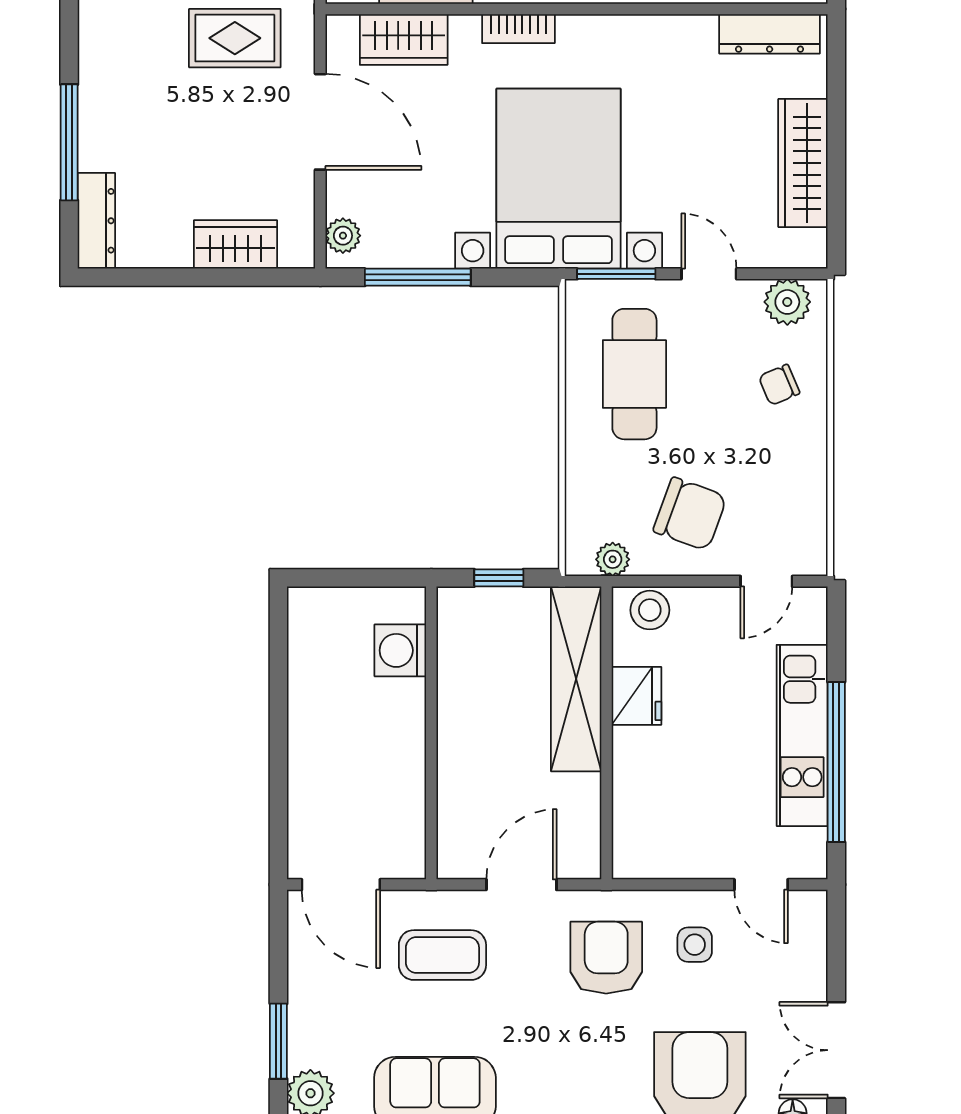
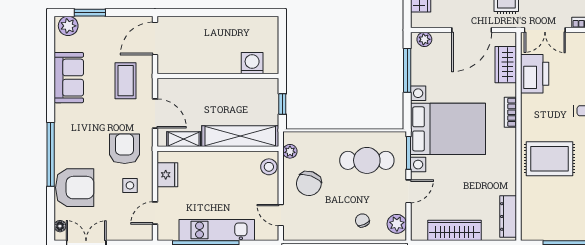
fridge: (637, 696) -> (167, 175), moved, turned -90
shelving: (583, 815) -> (184, 139), added
armchair: (606, 958) -> (125, 149), turned -90

